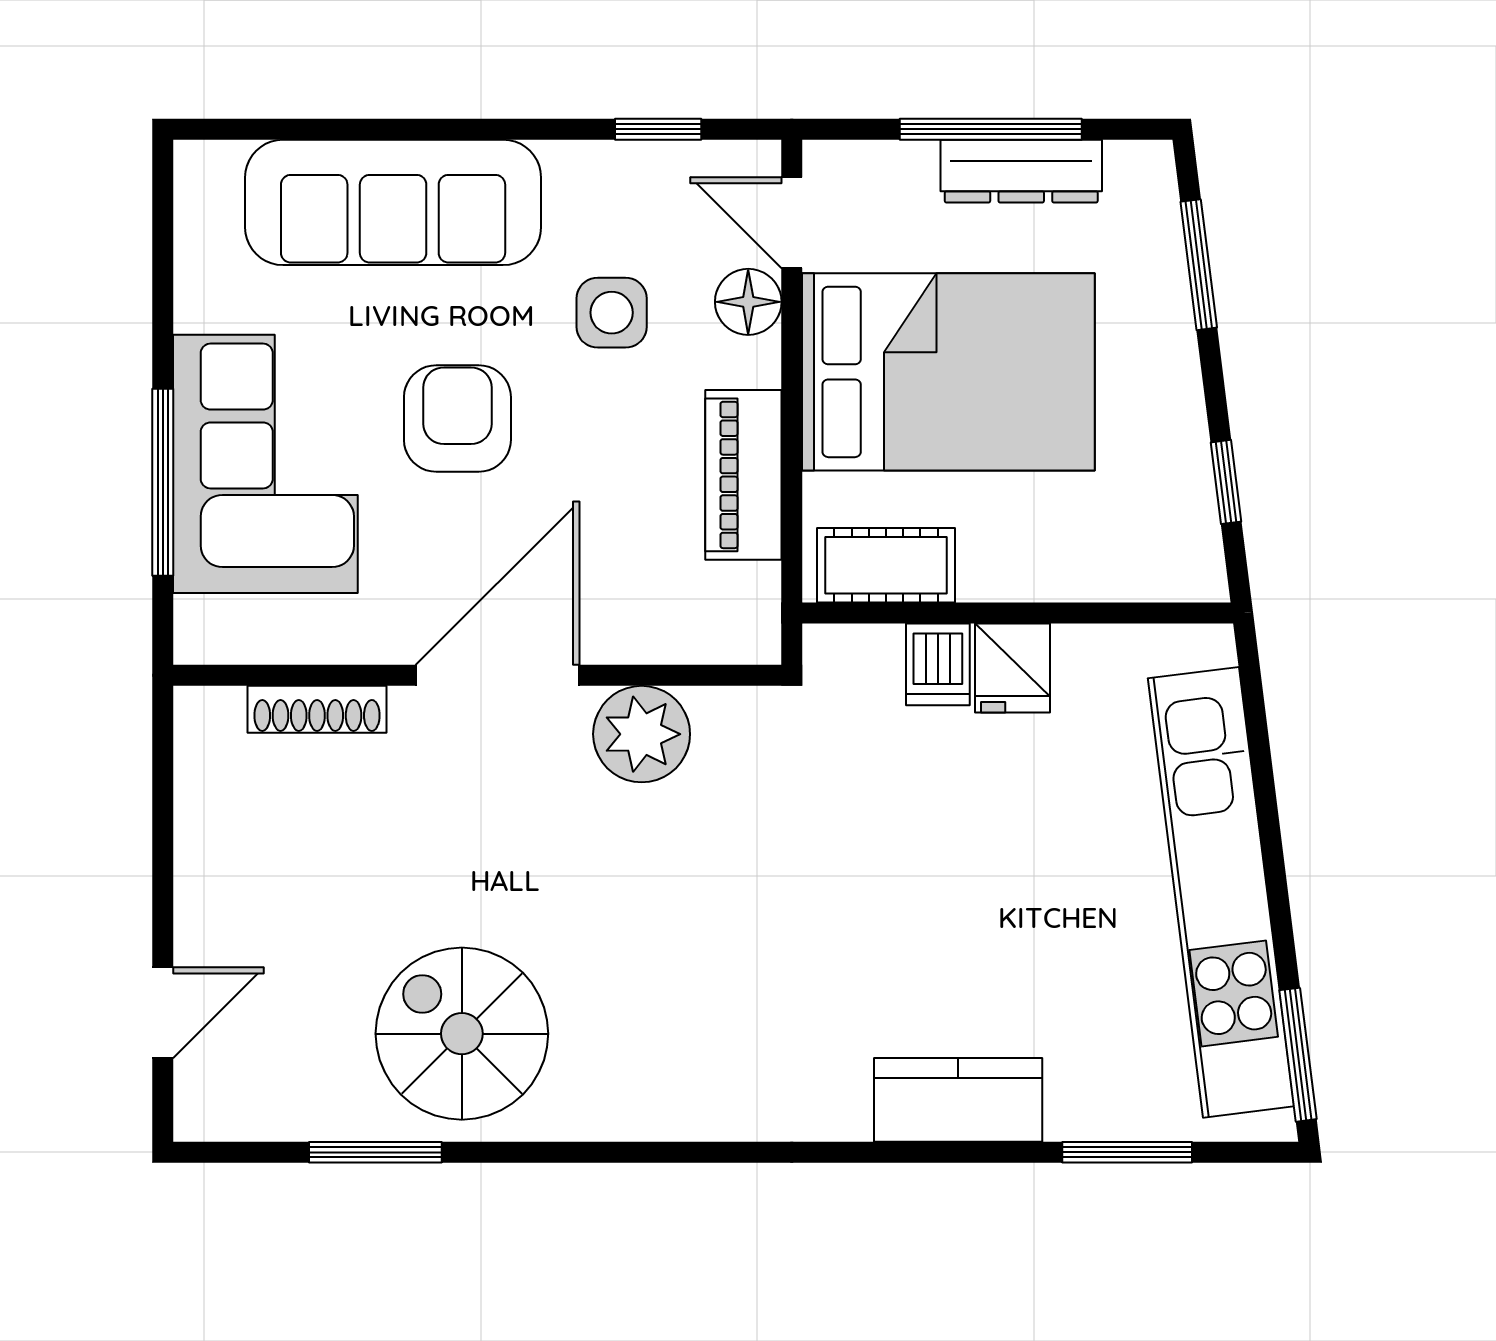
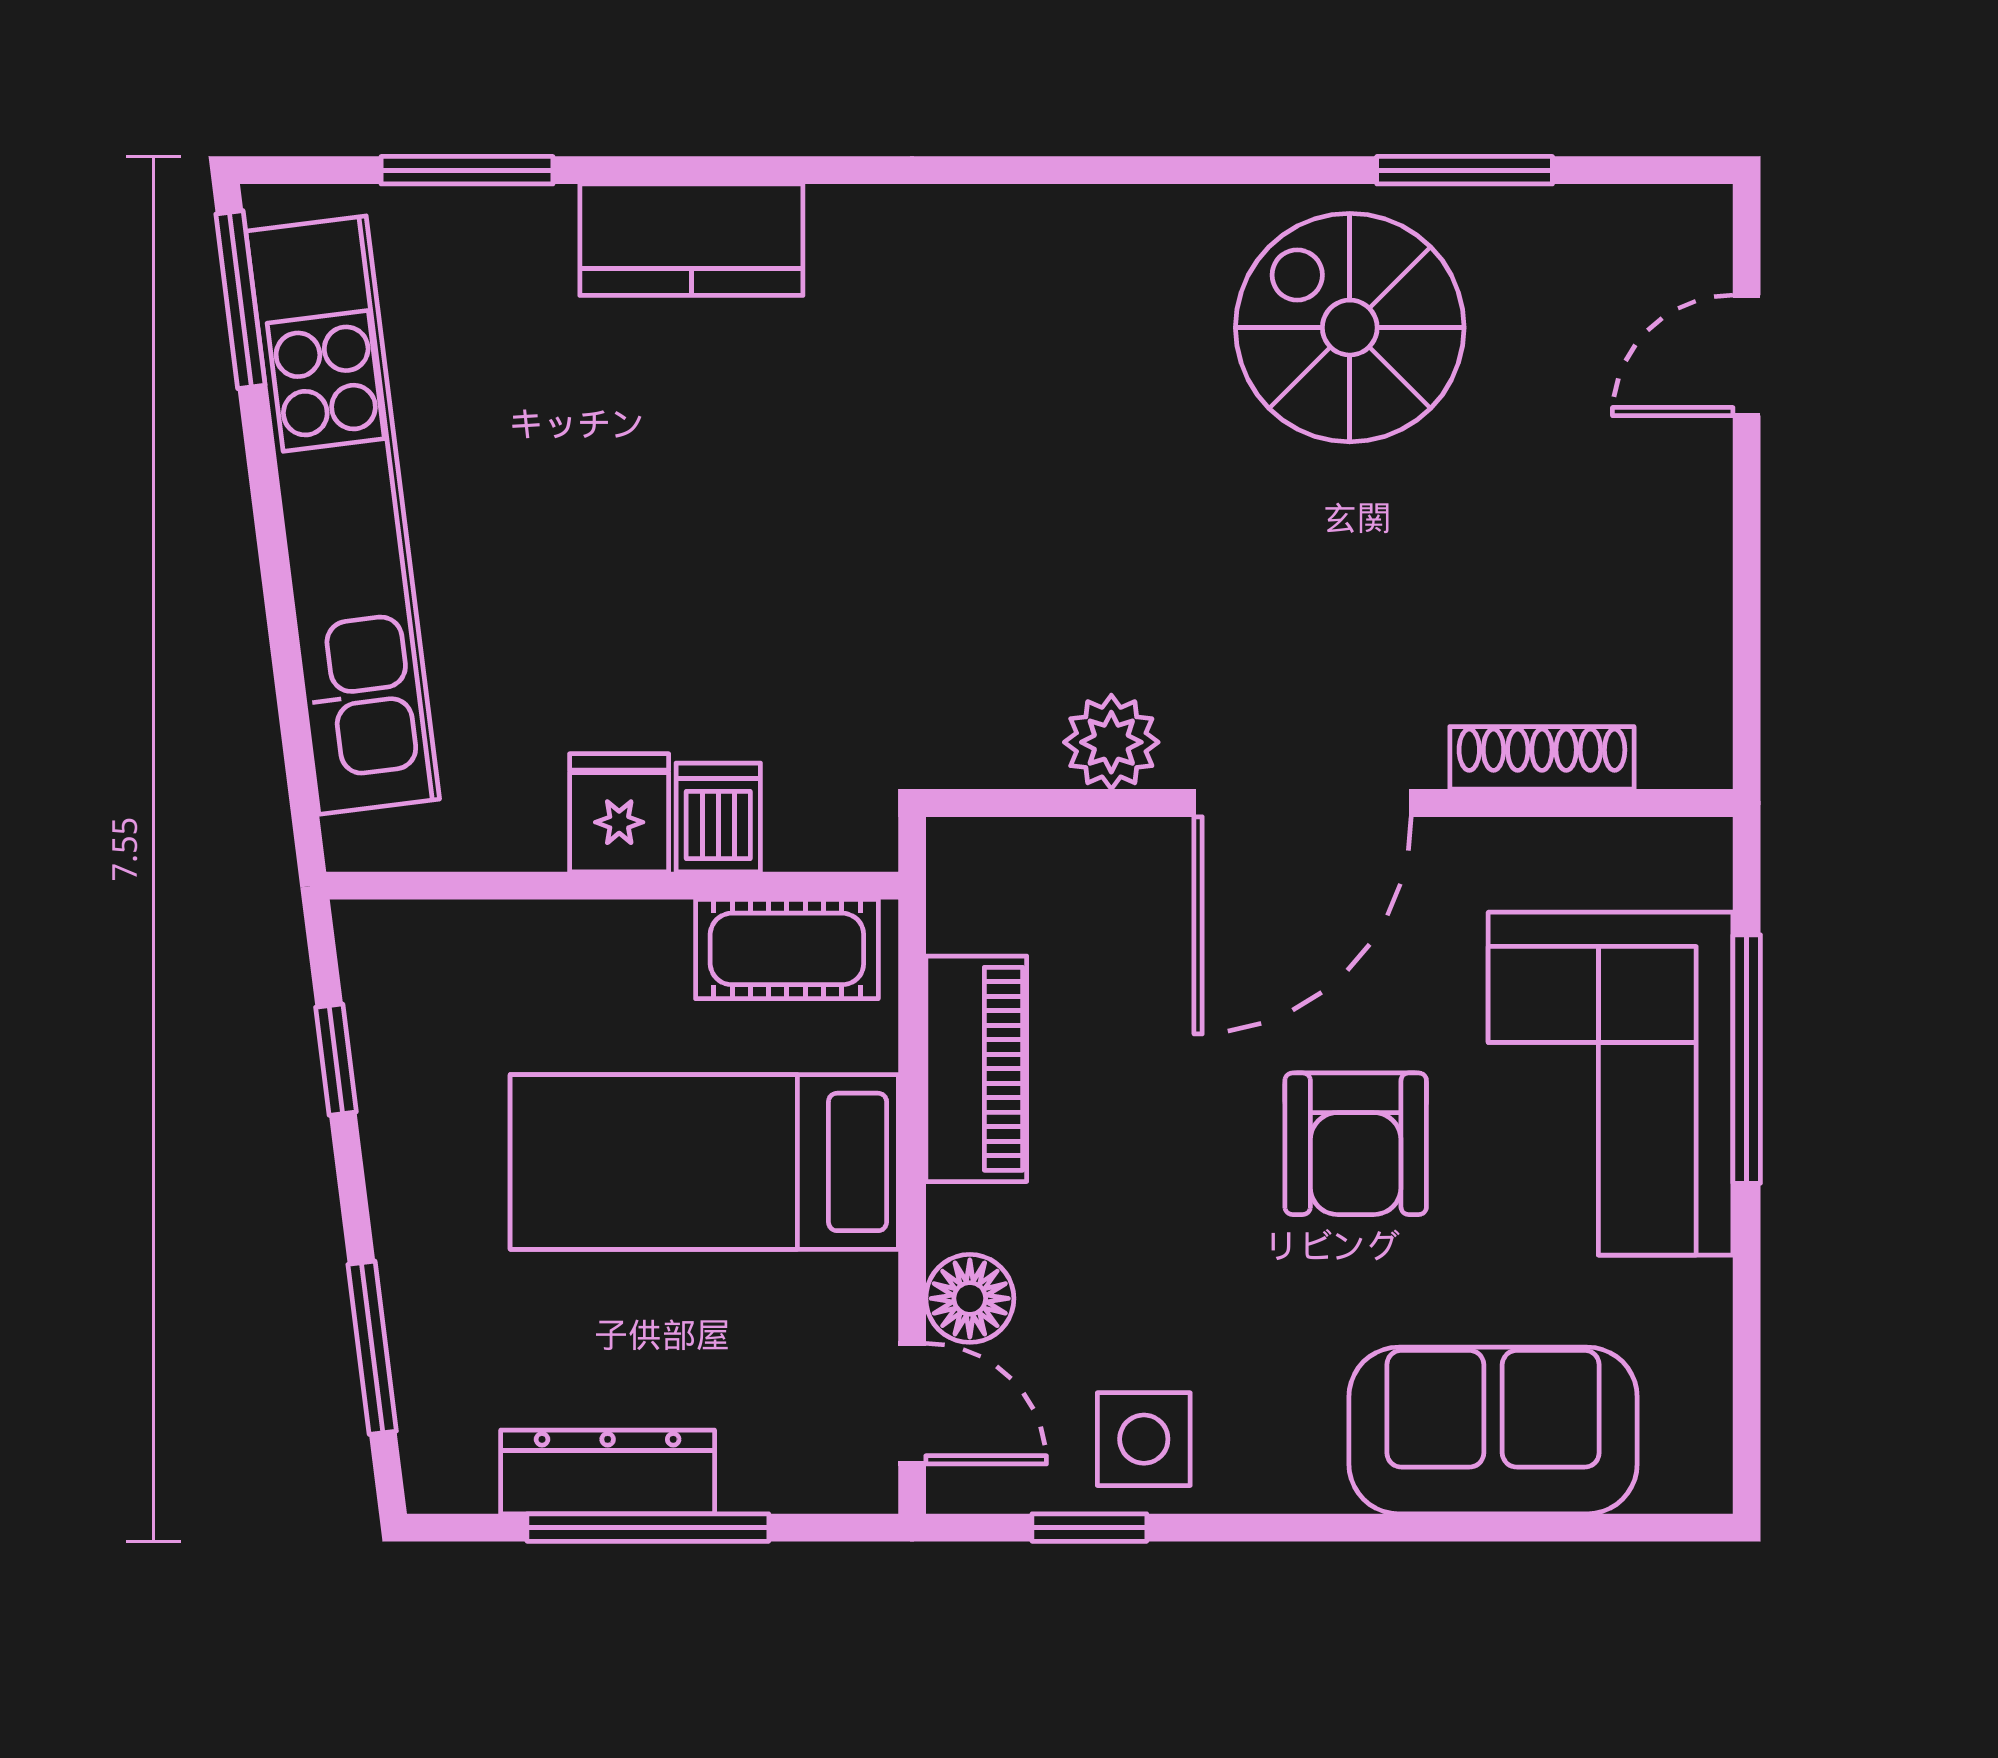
sofa: (393, 202) -> (1493, 1430), width x0.73
side table: (612, 313) -> (1144, 1439), moved
bed: (948, 372) -> (704, 1162), width x0.67
plant: (642, 734) -> (1111, 742), width x0.73, depth x0.73
spiral stairs: (462, 1034) -> (1350, 328), turned 180

